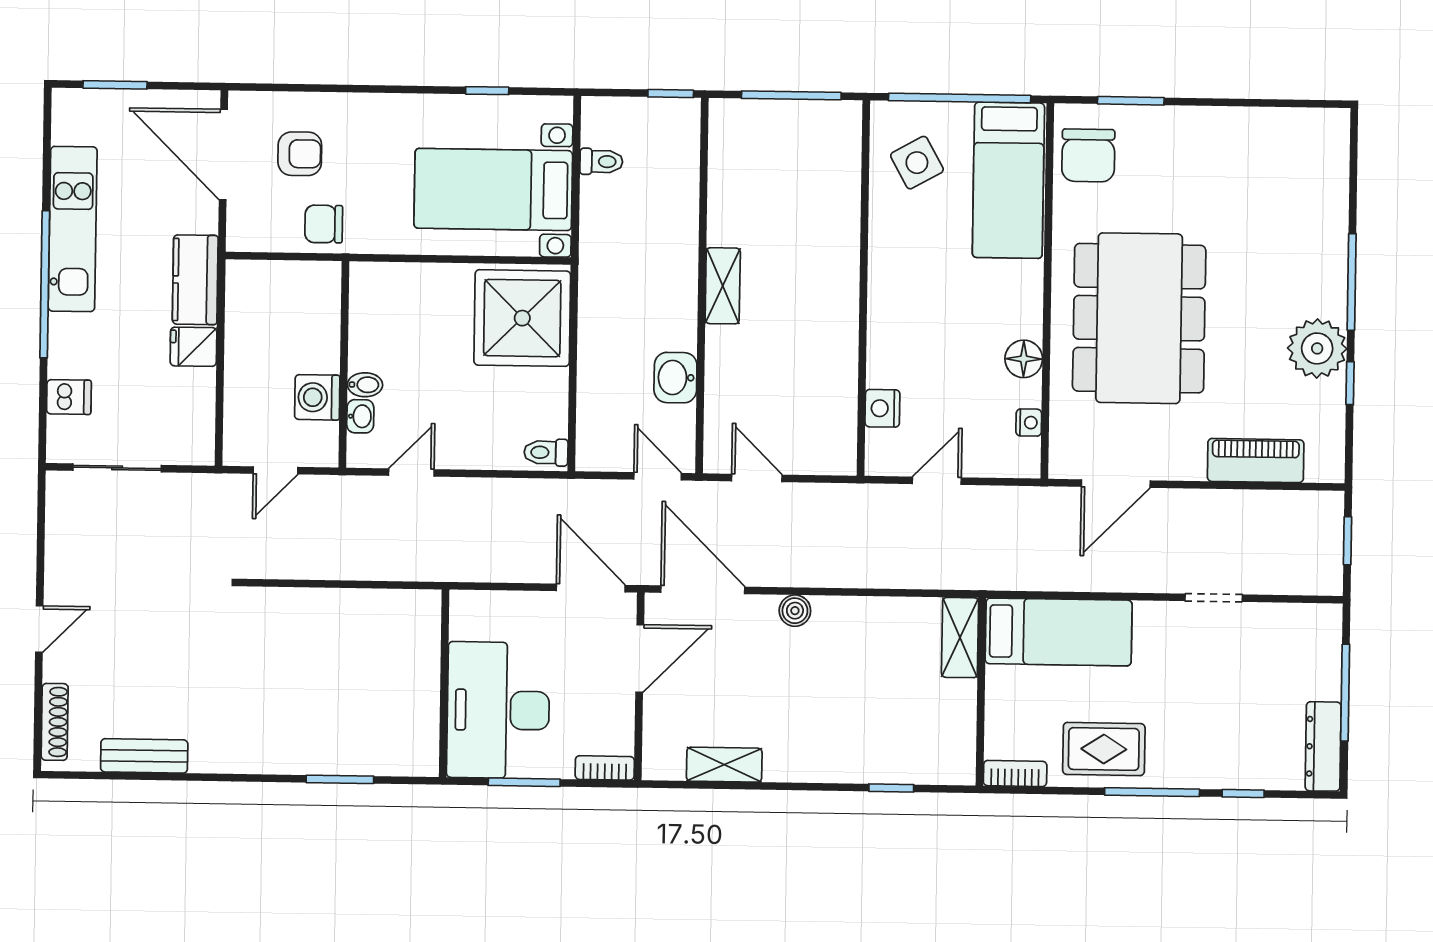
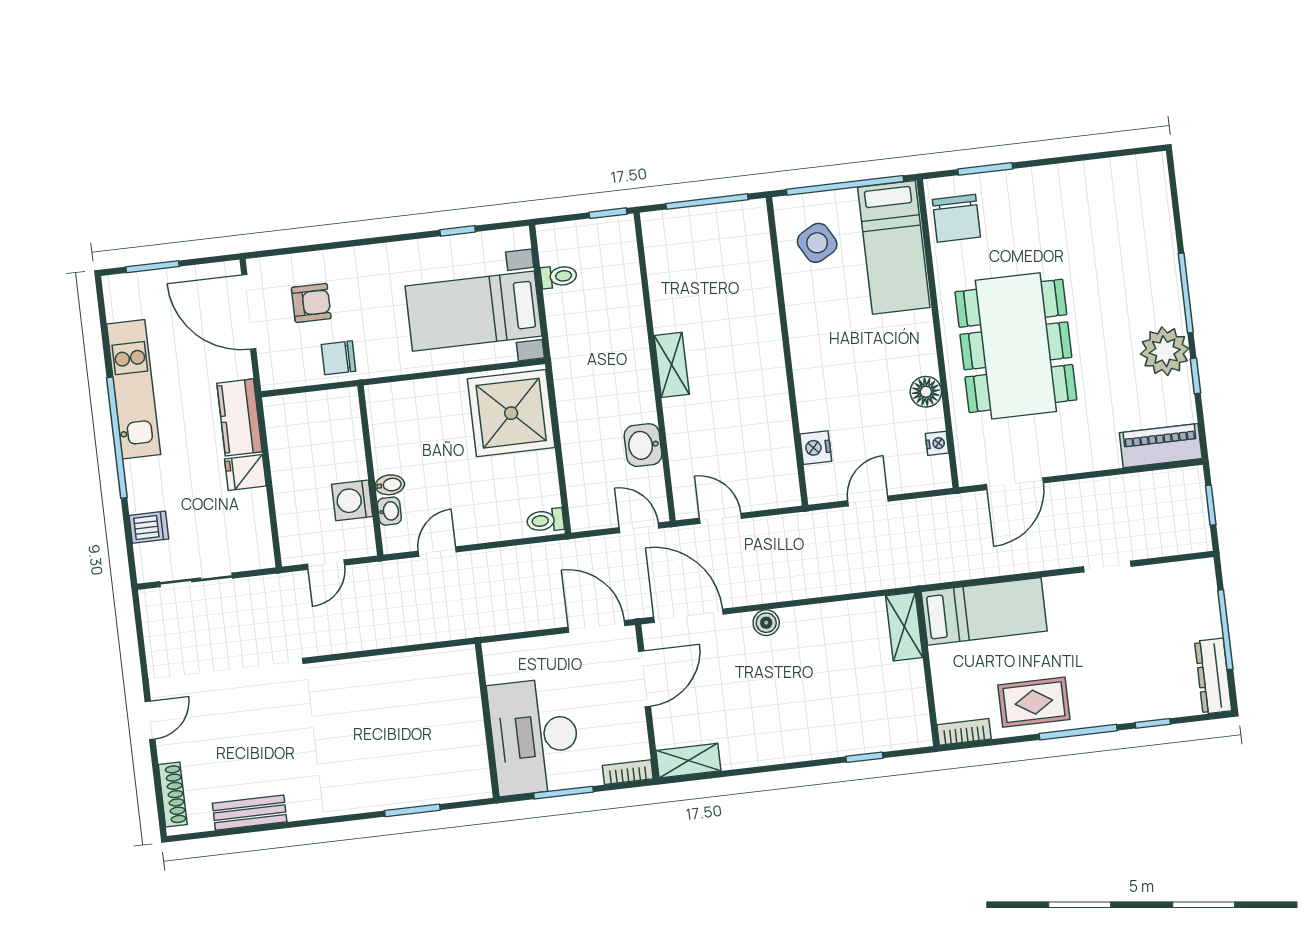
piano: (1256, 461) -> (1161, 446), moved
shelving: (724, 765) -> (688, 761), moved

